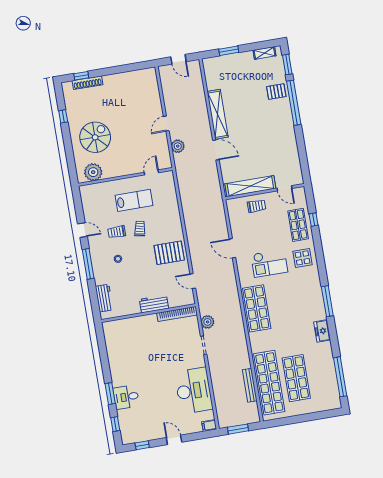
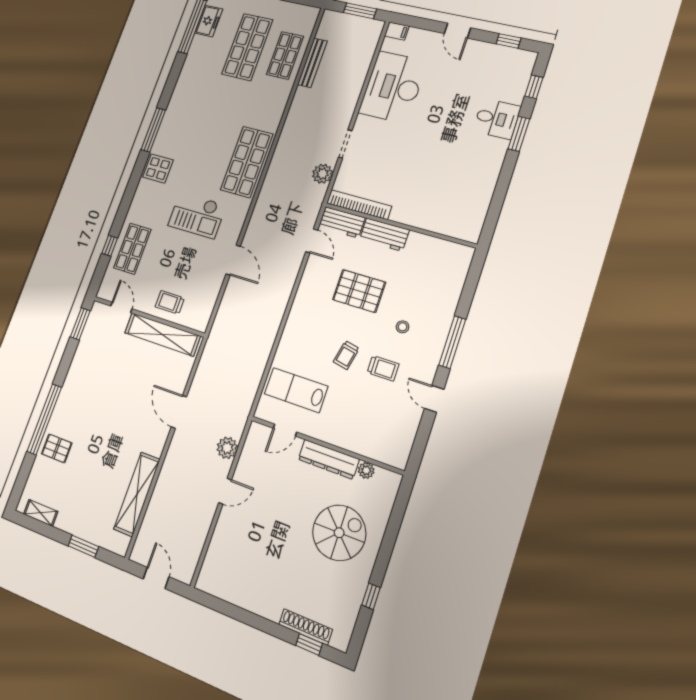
window: (287, 64) -> (80, 324), moved
shelving: (218, 114) -> (137, 494), moved
spiral stairs: (95, 137) -> (339, 533), turned 180
dresser: (120, 170) -> (329, 459), added
plant: (93, 172) -> (366, 470), width x0.53, depth x0.53
lab bench: (134, 200) -> (296, 390), moved
pallet: (169, 253) -> (359, 291), moved
display table: (303, 258) -> (158, 169), moved
checkout: (269, 263) -> (197, 215), turned 180
workbench: (104, 298) -> (342, 222), moved, turned -90
freezer: (322, 331) -> (209, 21), moved
shop shelf: (269, 383) -> (285, 55), width x0.50, depth x0.74

